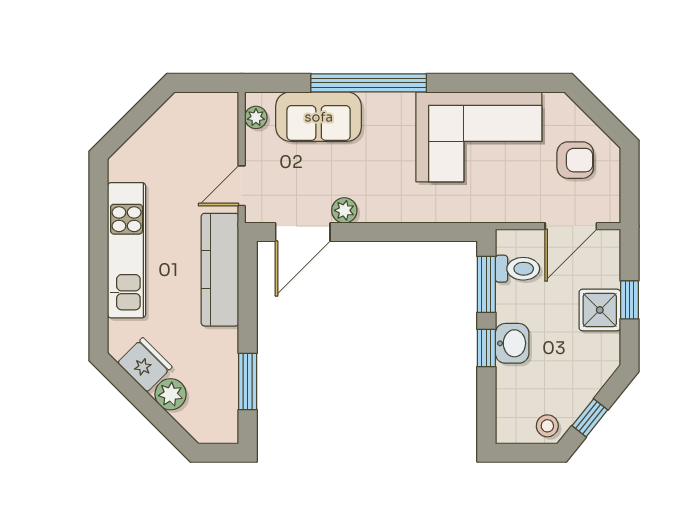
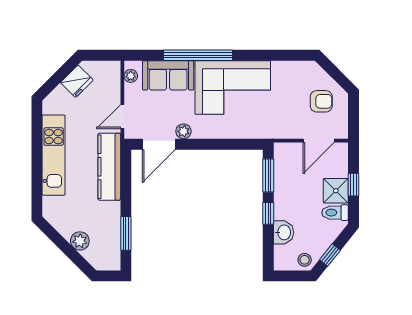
corner sofa: (479, 137) -> (233, 87), moved
toilet: (517, 269) -> (335, 213), moved, turned 180
washbasin: (512, 343) -> (284, 232), moved
fridge: (145, 365) -> (77, 81), moved, turned 90

